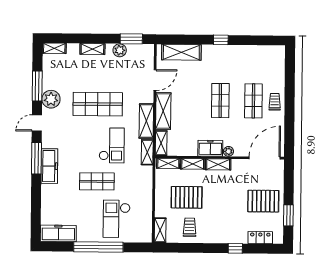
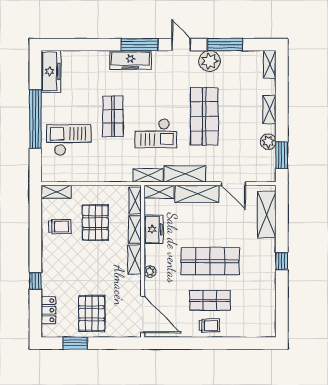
shop shelf: (220, 101) -> (210, 261), width x1.43, depth x1.36
freezer: (210, 148) -> (154, 229), moved

